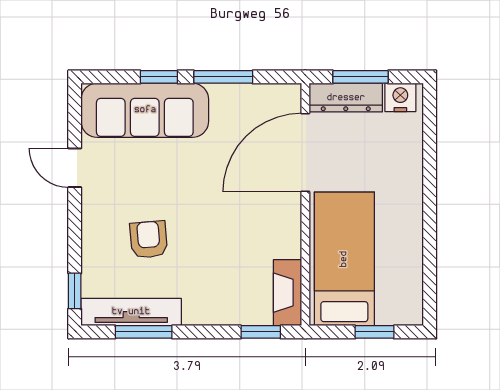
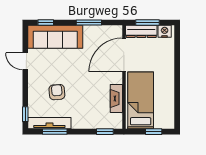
window: (159, 77) -> (46, 23), moved
fireplace: (287, 293) -> (116, 98), moved

